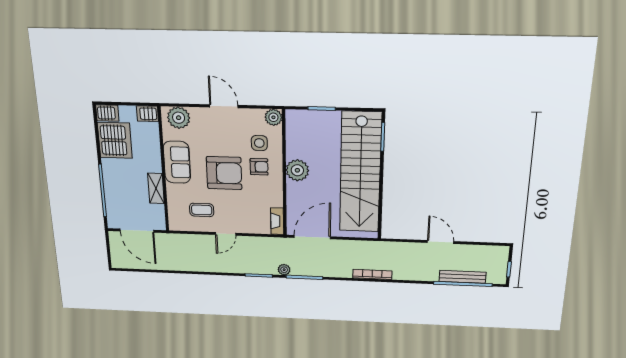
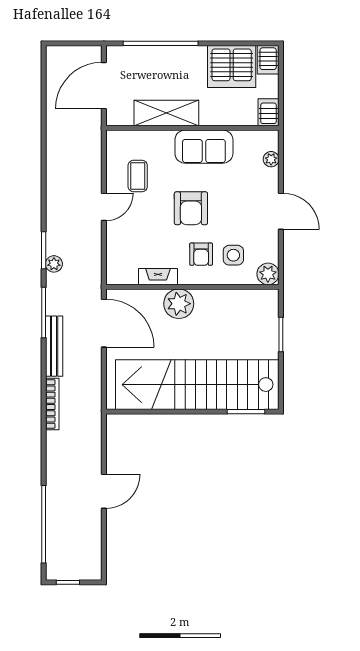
door: (224, 106) -> (281, 211), hinge flipped
plant: (179, 118) -> (271, 159), width x0.53, depth x0.53
plant: (297, 170) -> (179, 304), moved
armchair: (224, 173) -> (191, 208), width x0.73, depth x0.73
shelving: (156, 188) -> (166, 113), width x1.50, depth x1.33
fireplace: (277, 221) -> (158, 277), moved
door: (226, 234) -> (104, 207), swing flipped
plant: (284, 270) -> (54, 264), moved
bench: (463, 277) -> (54, 346), moved

